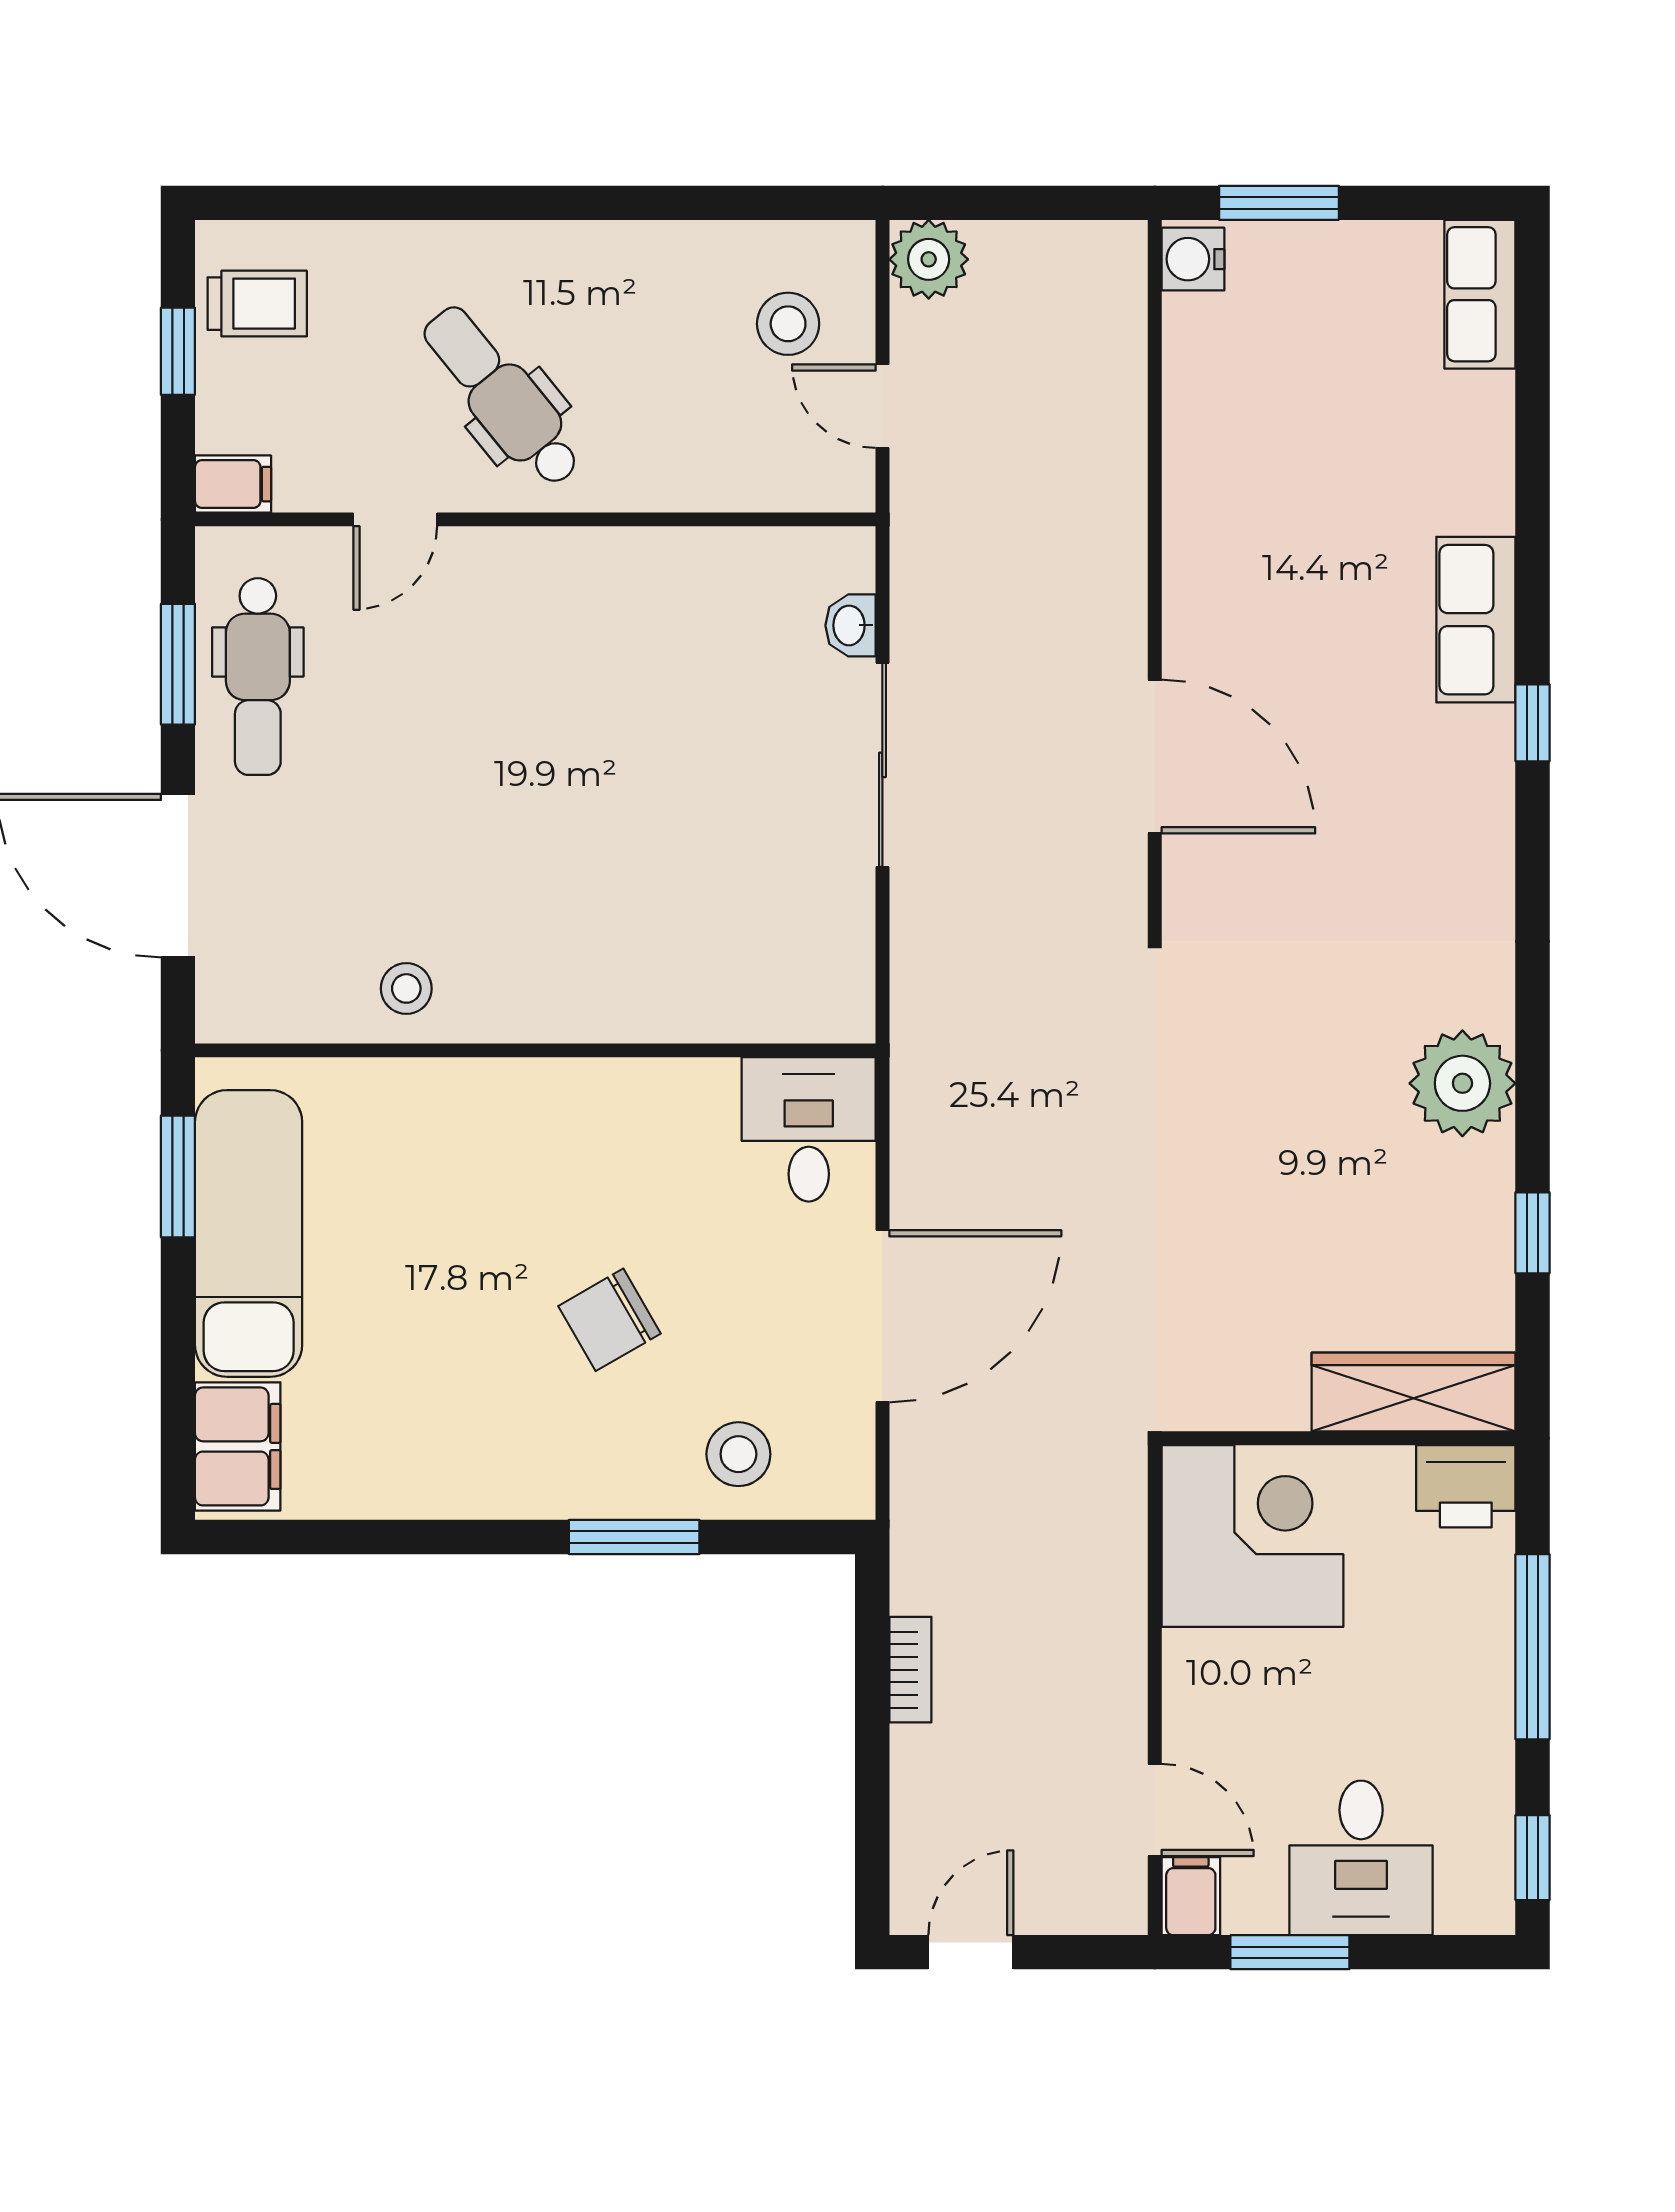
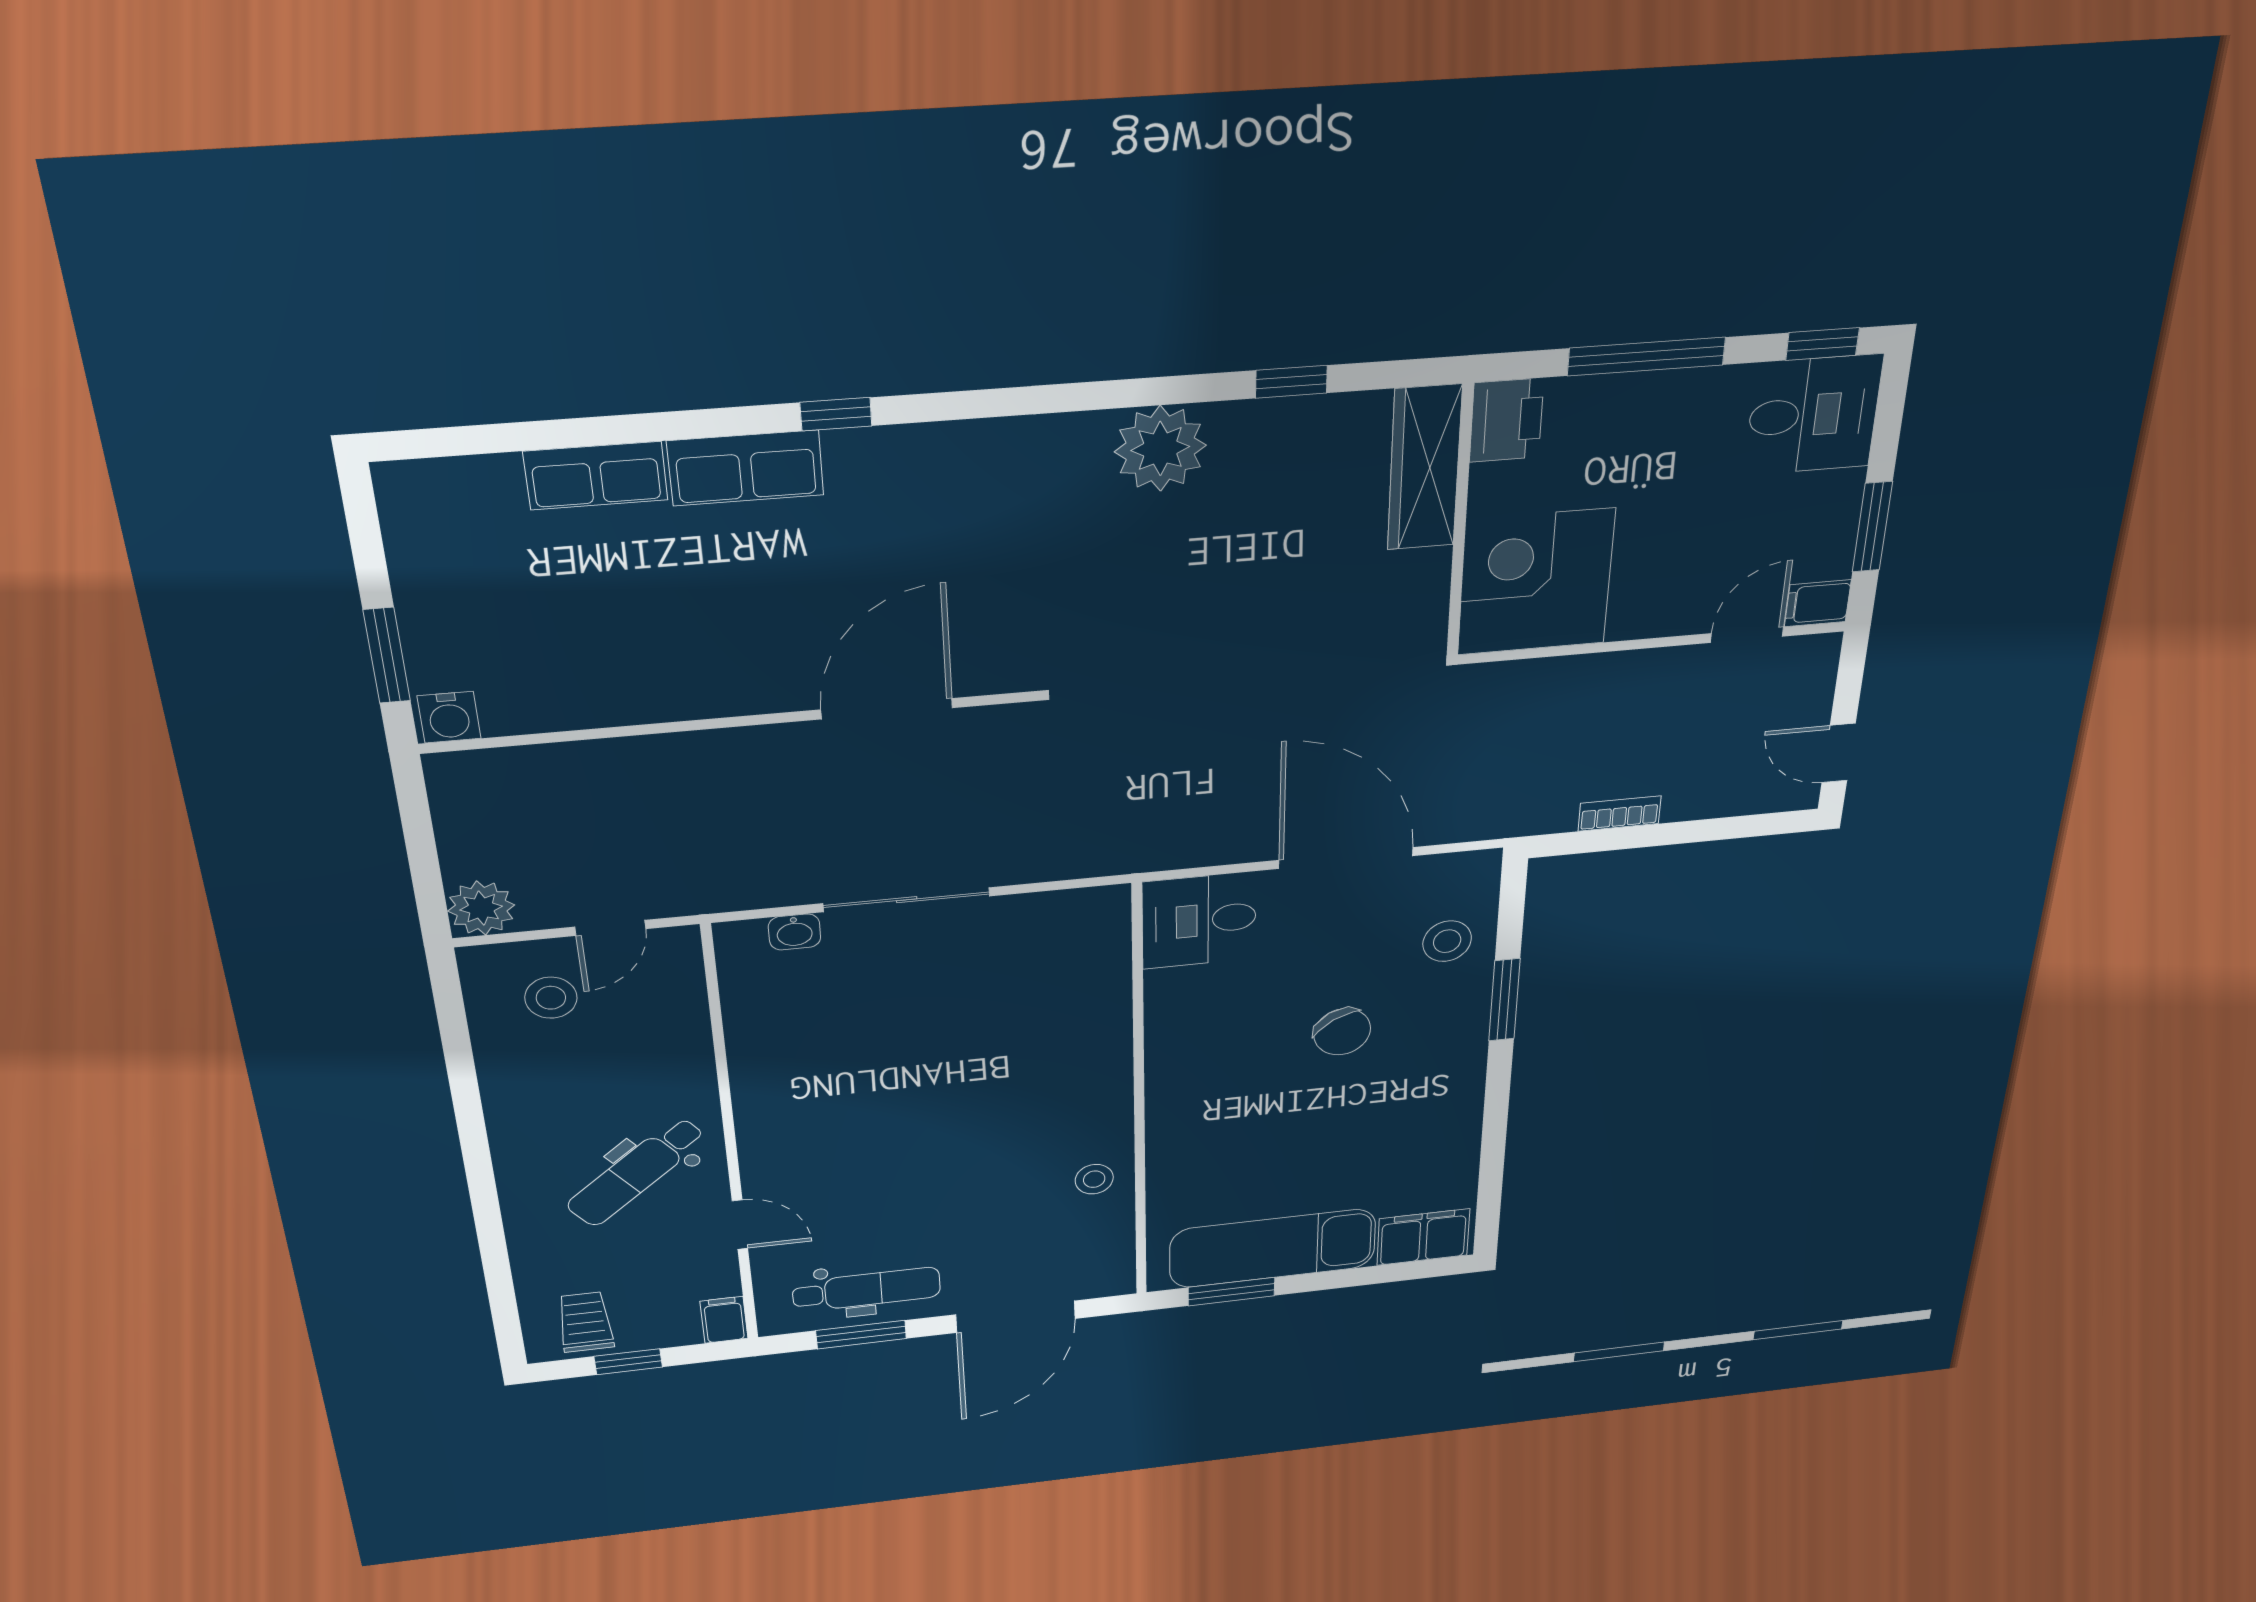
row of seats: (1480, 294) -> (596, 476), moved
desk: (1361, 1858) -> (1813, 415), moved

